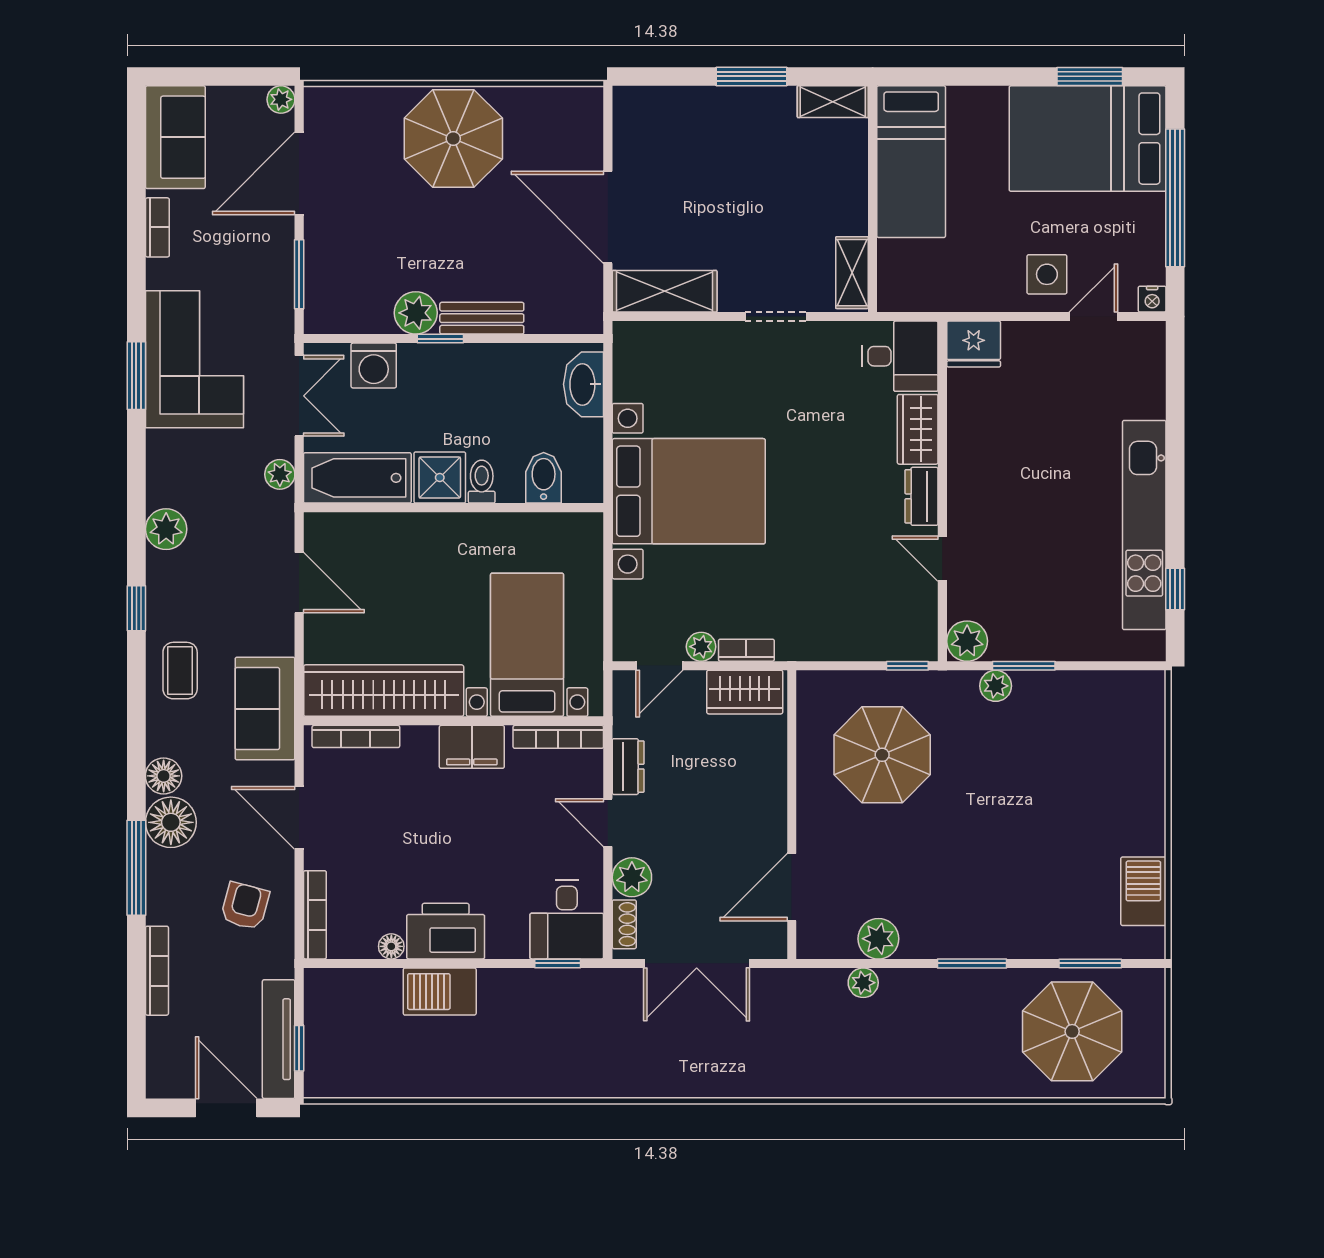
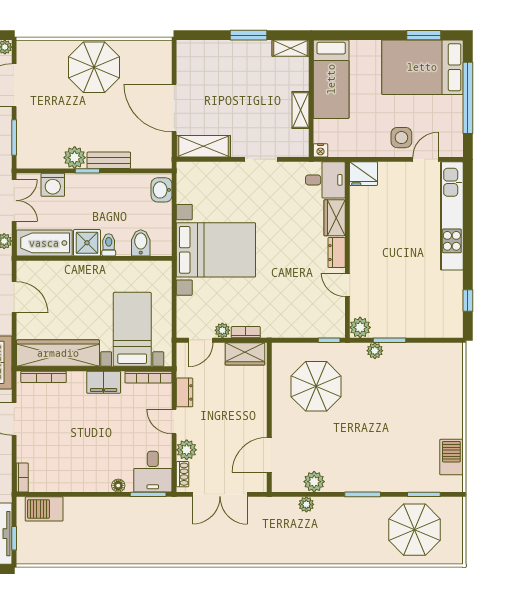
shelving: (852, 273) -> (300, 110), moved
nightstand: (1152, 299) -> (321, 150), moved
washbasin: (584, 384) -> (162, 190), width x0.72
kitchen unit: (1144, 525) -> (452, 216), moved
bookcase: (315, 915) -> (22, 477), width x0.64
printer: (446, 931) -> (90, 478), removed
floor lamp: (391, 946) -> (118, 486), moved
window: (558, 963) -> (148, 494), width x1.50
barbecue: (440, 992) -> (44, 509), moved

